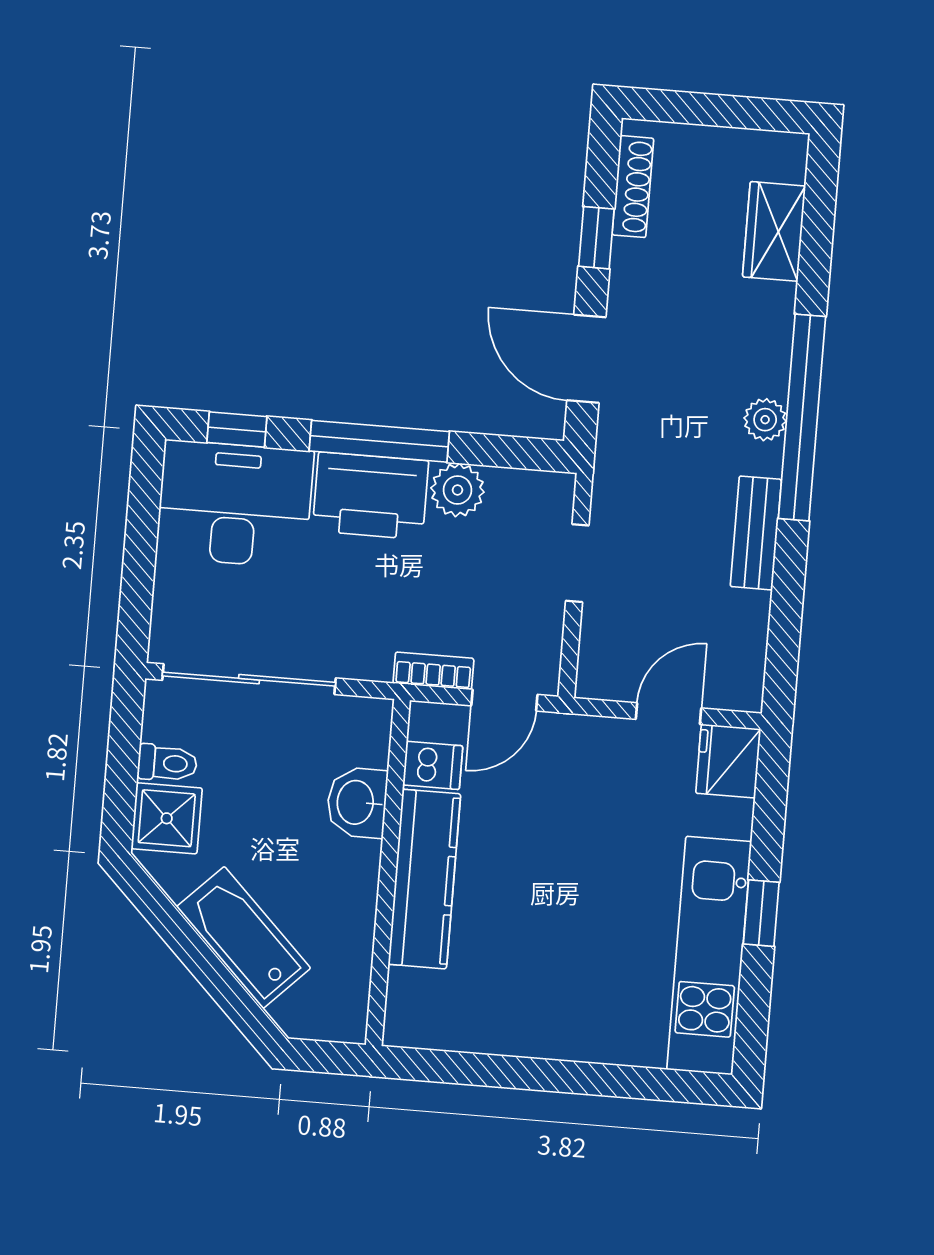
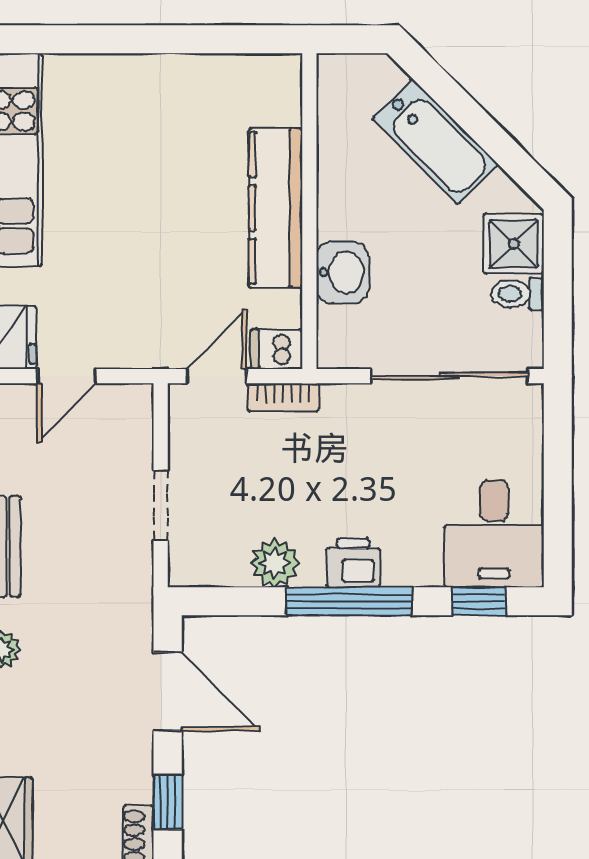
printer: (370, 496) -> (353, 563), width x0.53, depth x0.68
desk: (235, 504) -> (494, 534), width x0.73
dishwasher: (433, 765) -> (277, 349), moved

